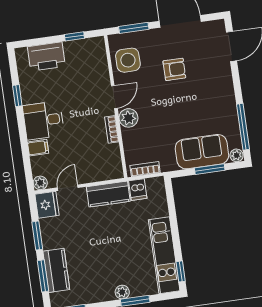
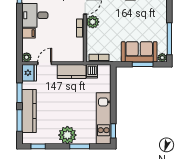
kitchen counter: (56, 270) -> (29, 111), width x1.50
plant: (122, 292) -> (67, 135), width x1.88, depth x1.88

